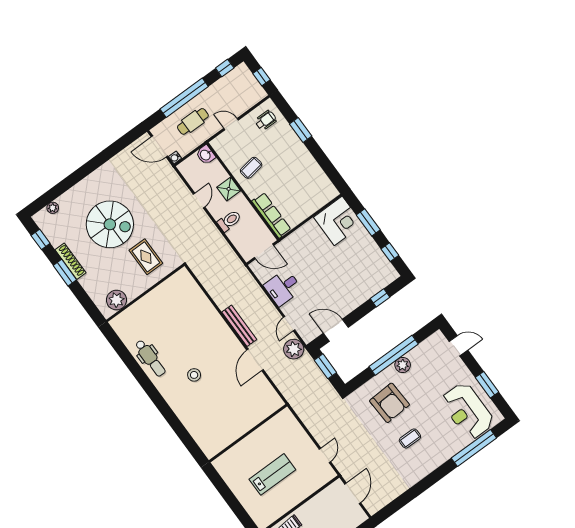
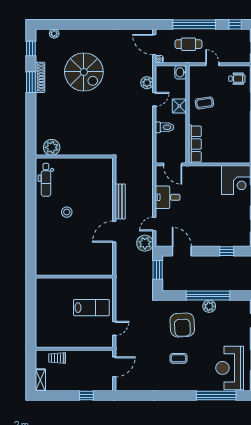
plant: (180, 189) -> (147, 83), added
rug: (146, 257) -> (92, 111), removed
wall: (145, 293) -> (74, 157), moved
plant: (116, 300) -> (52, 147), moved
lab bench: (272, 474) -> (91, 308), moved

